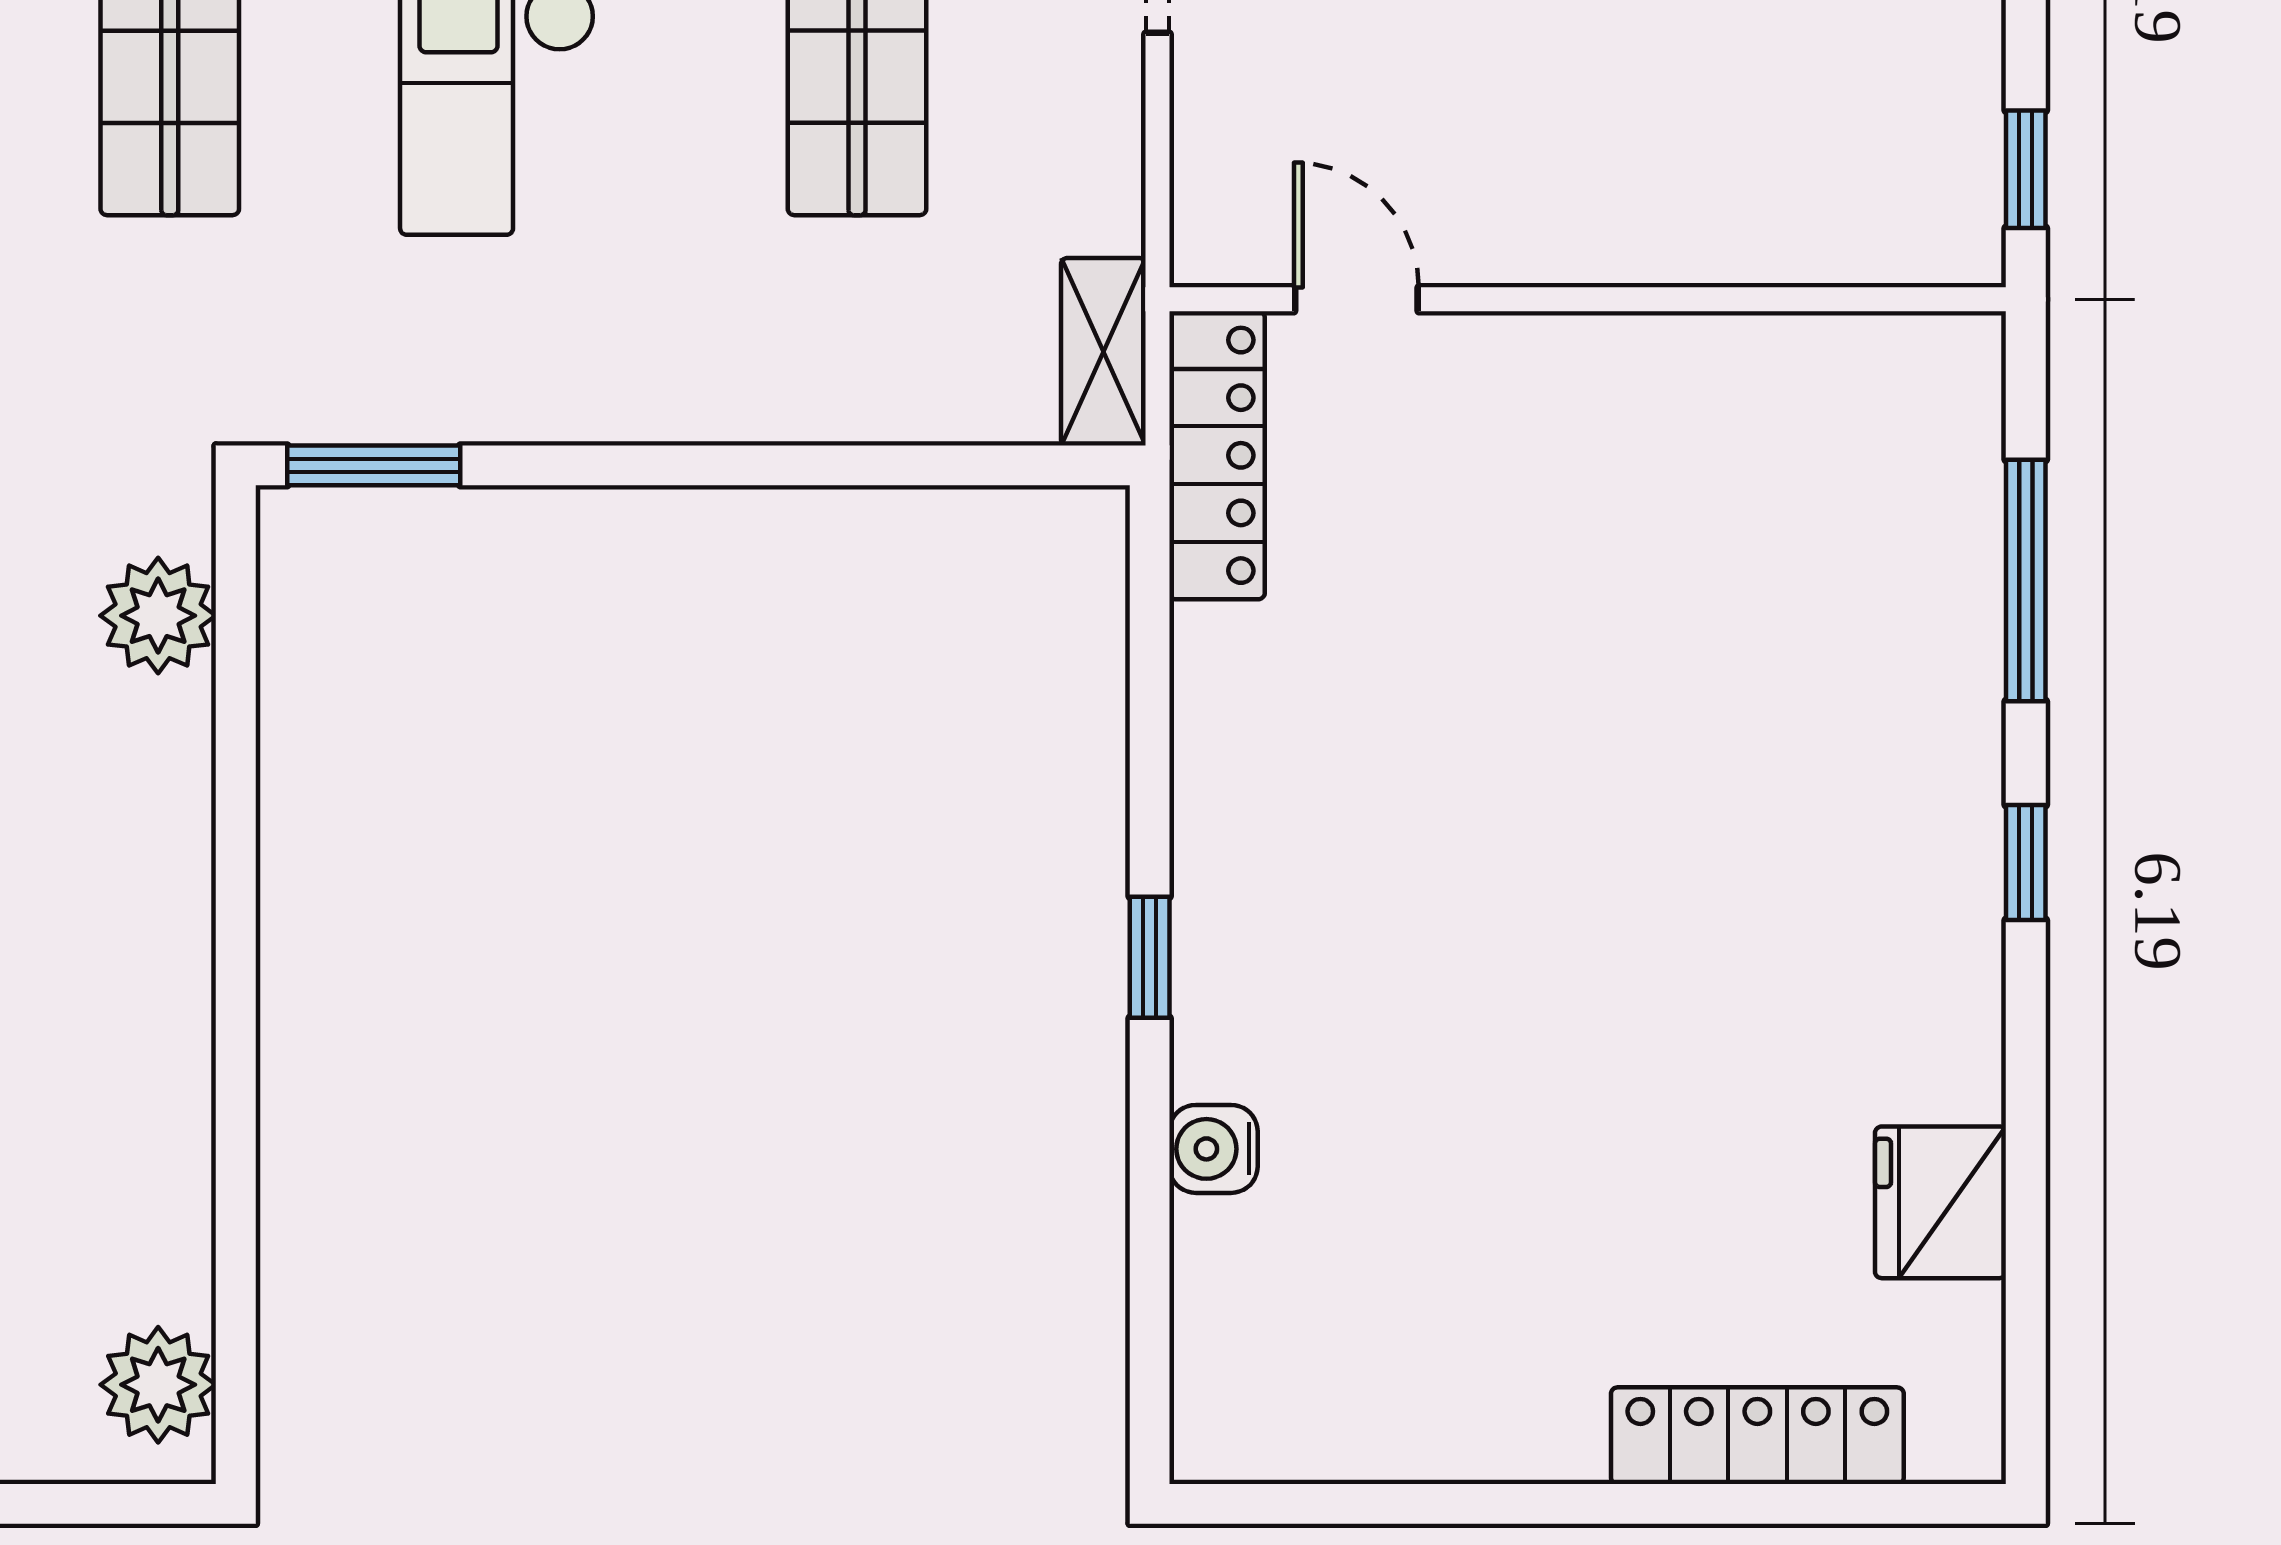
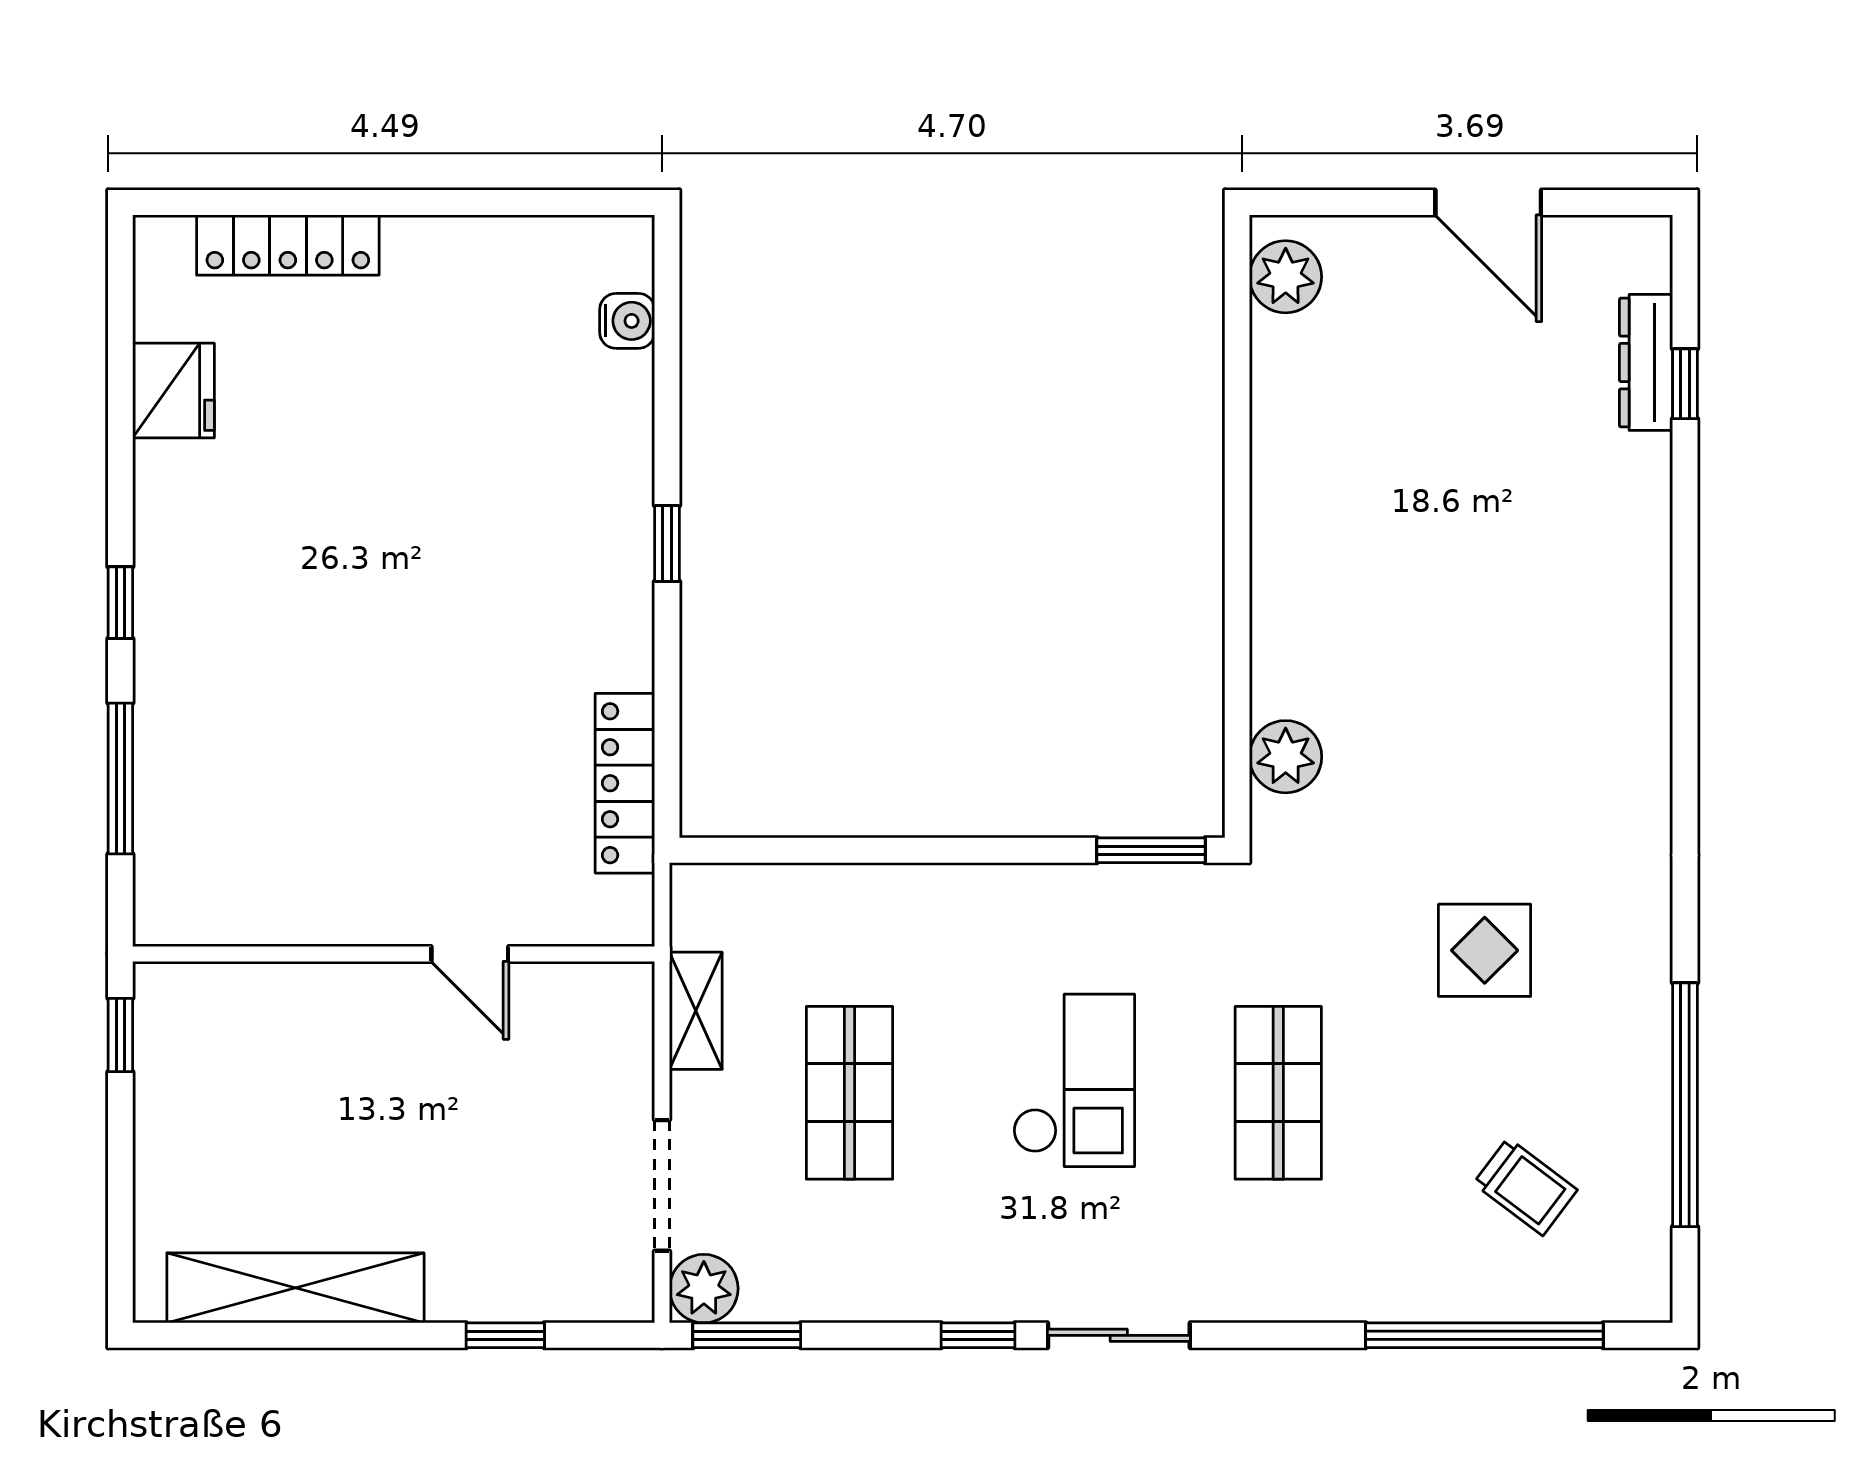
door: (1356, 299) -> (470, 954), moved
shelving: (1103, 352) -> (696, 1011), moved
locker: (1217, 455) -> (625, 783), moved
water cooler: (1213, 1149) -> (627, 321), moved

